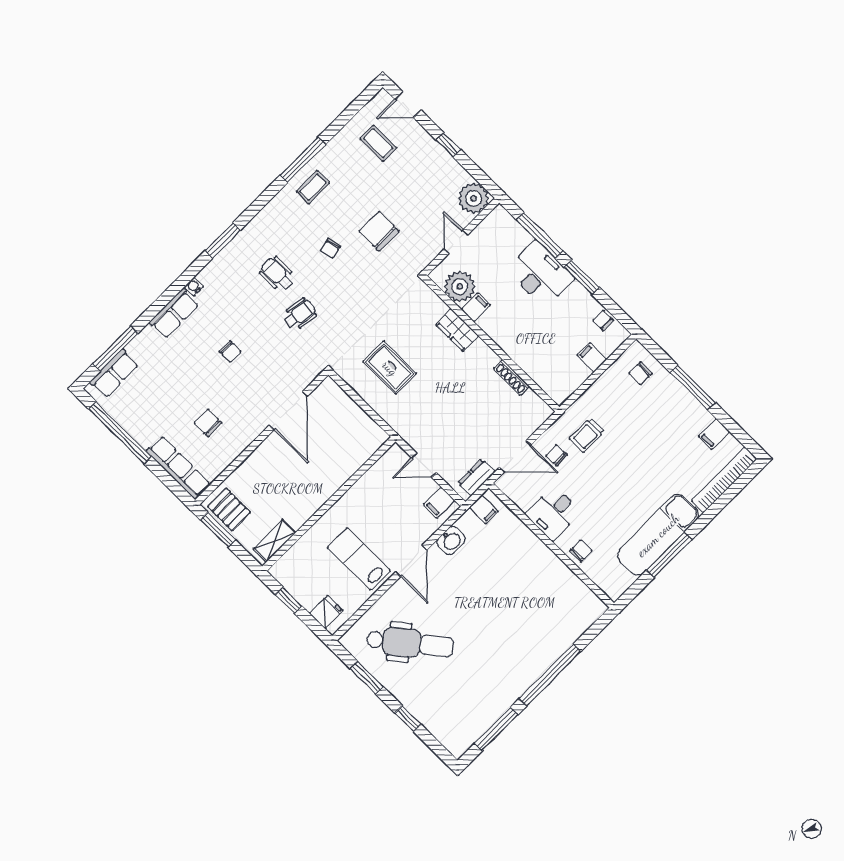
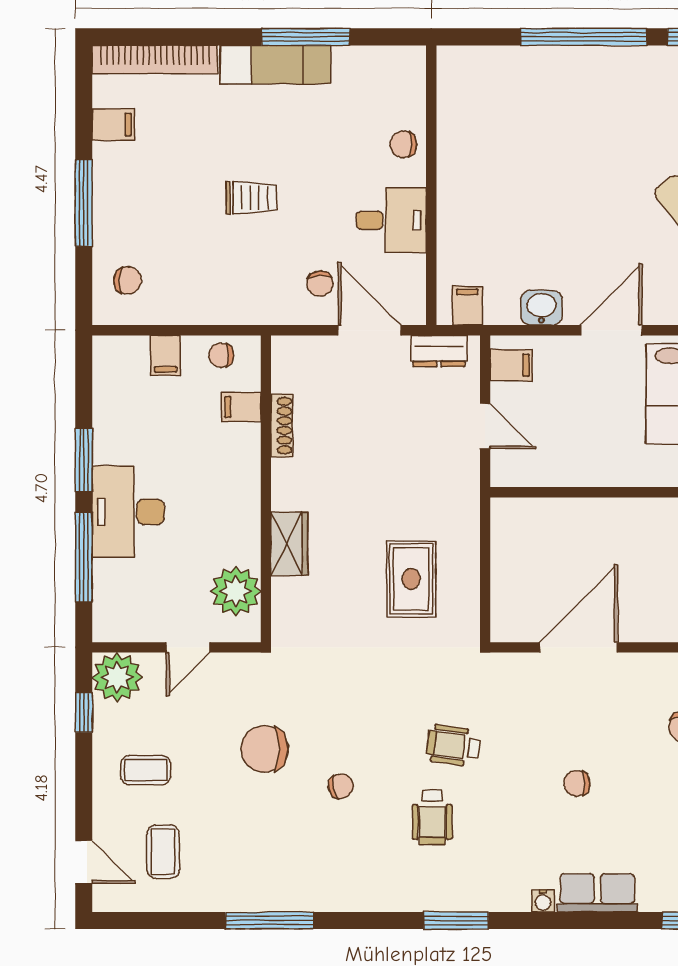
window: (448, 145) -> (84, 713), moved
coffee table: (313, 187) -> (146, 770), moved
chair: (379, 231) -> (265, 749), turned 90
filing cabinet: (476, 307) -> (241, 407), moved
chair: (603, 320) -> (221, 355), moved, turned 90
chair: (230, 352) -> (577, 783), turned -90
trolley: (587, 435) -> (251, 198), moved
exam couch: (658, 535) -> (275, 65), width x0.73, depth x0.69

